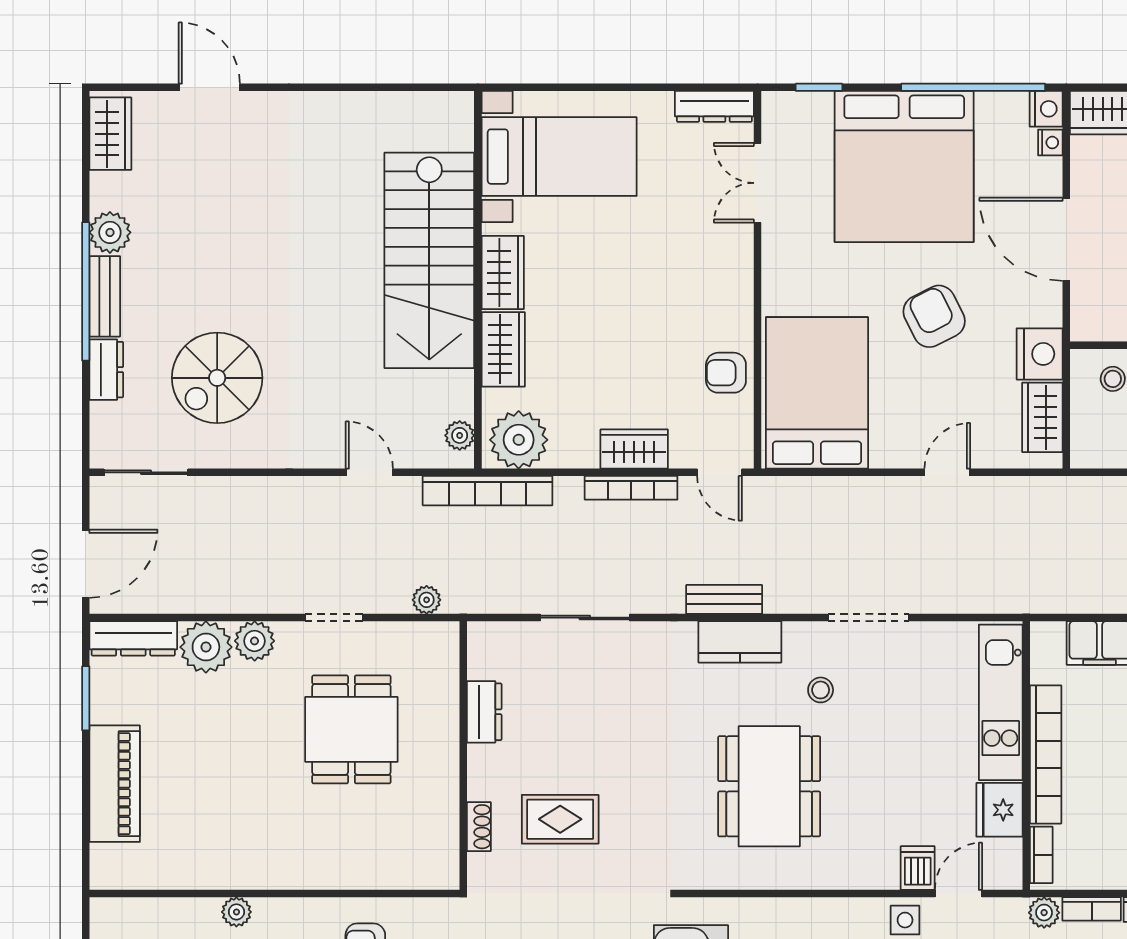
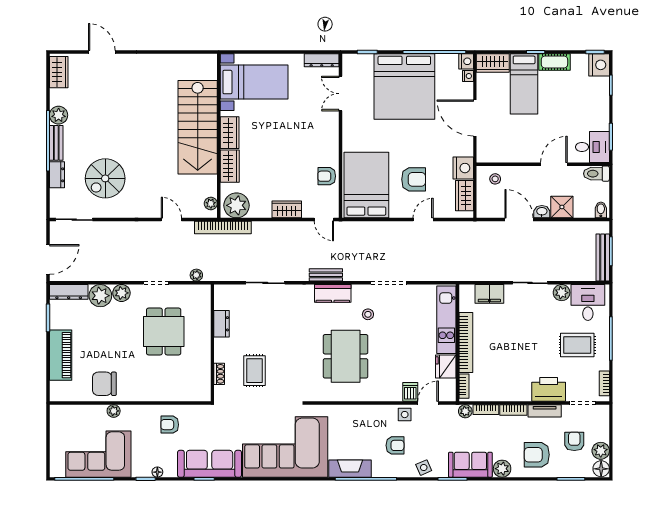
armchair: (934, 316) -> (414, 179), moved, turned 117
bookcase: (631, 488) -> (285, 226), removed
rug: (560, 819) -> (255, 371), turned 90
chair: (215, 849) -> (104, 384), added

